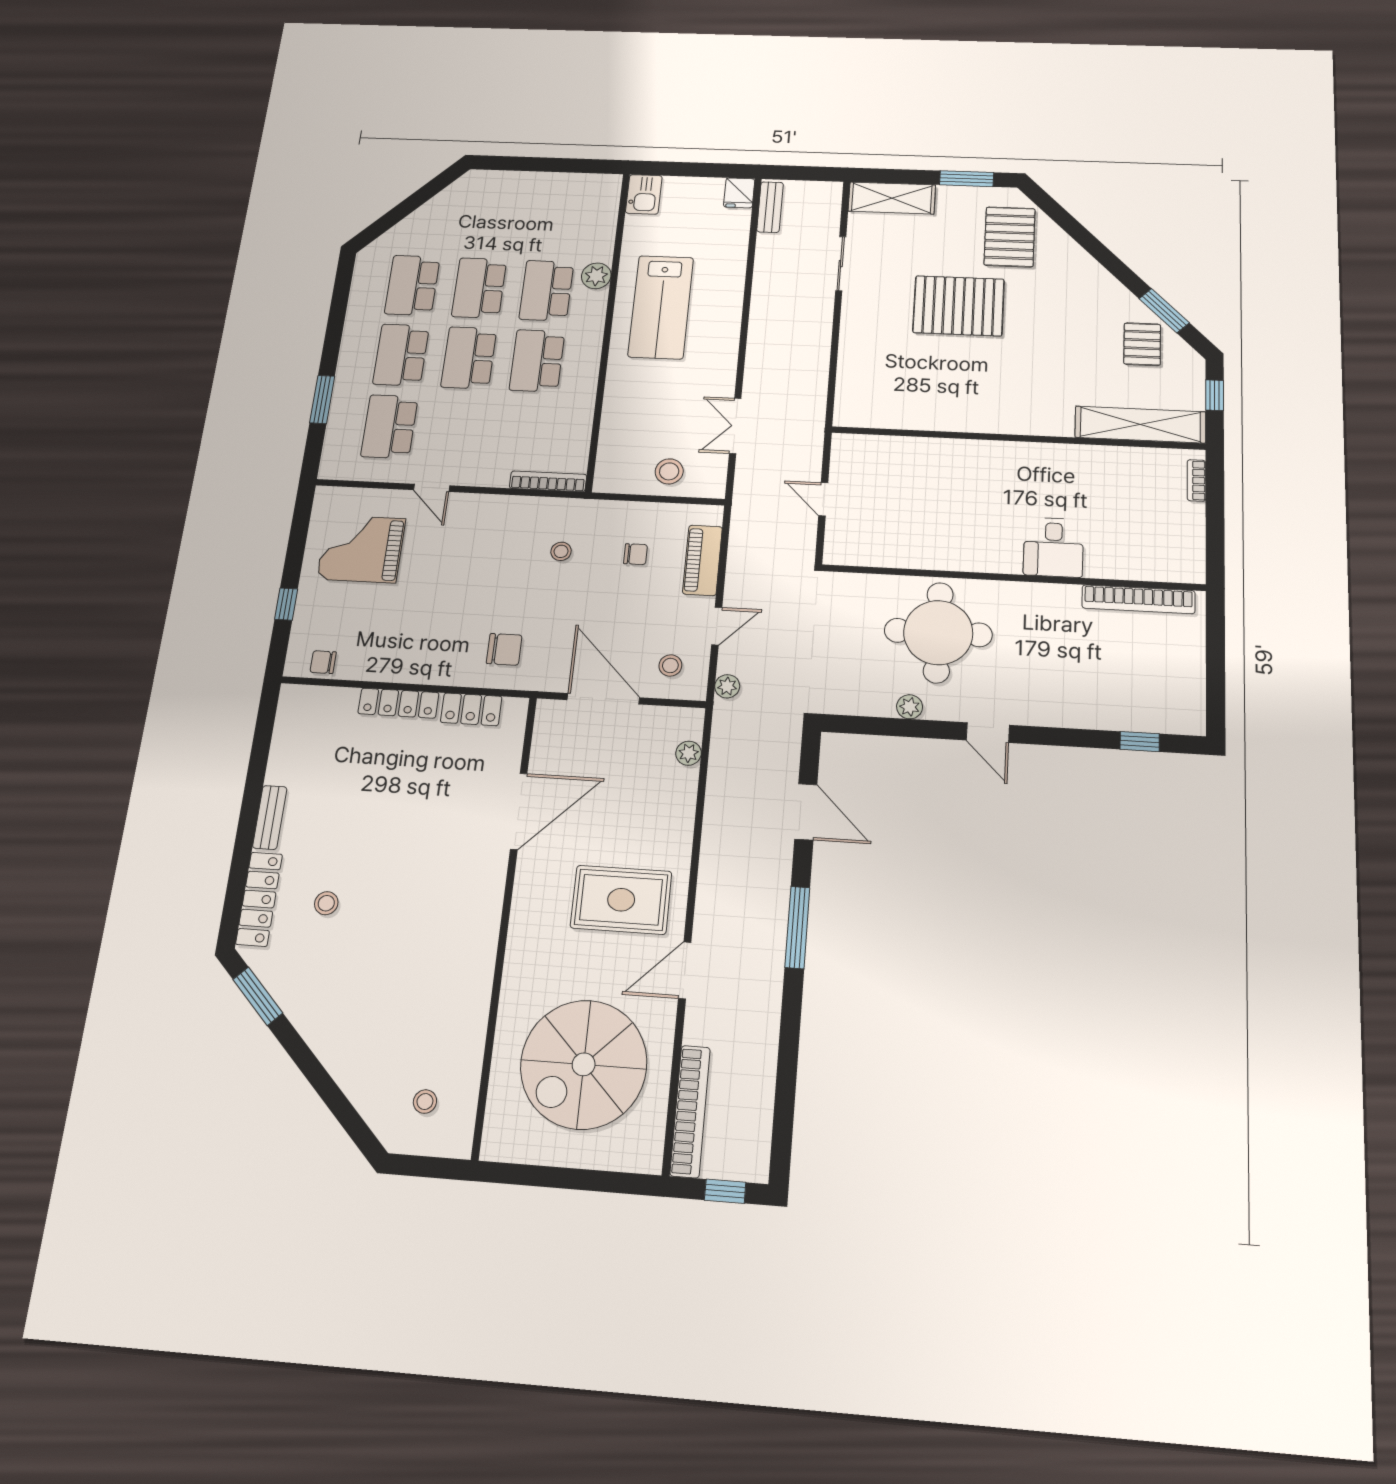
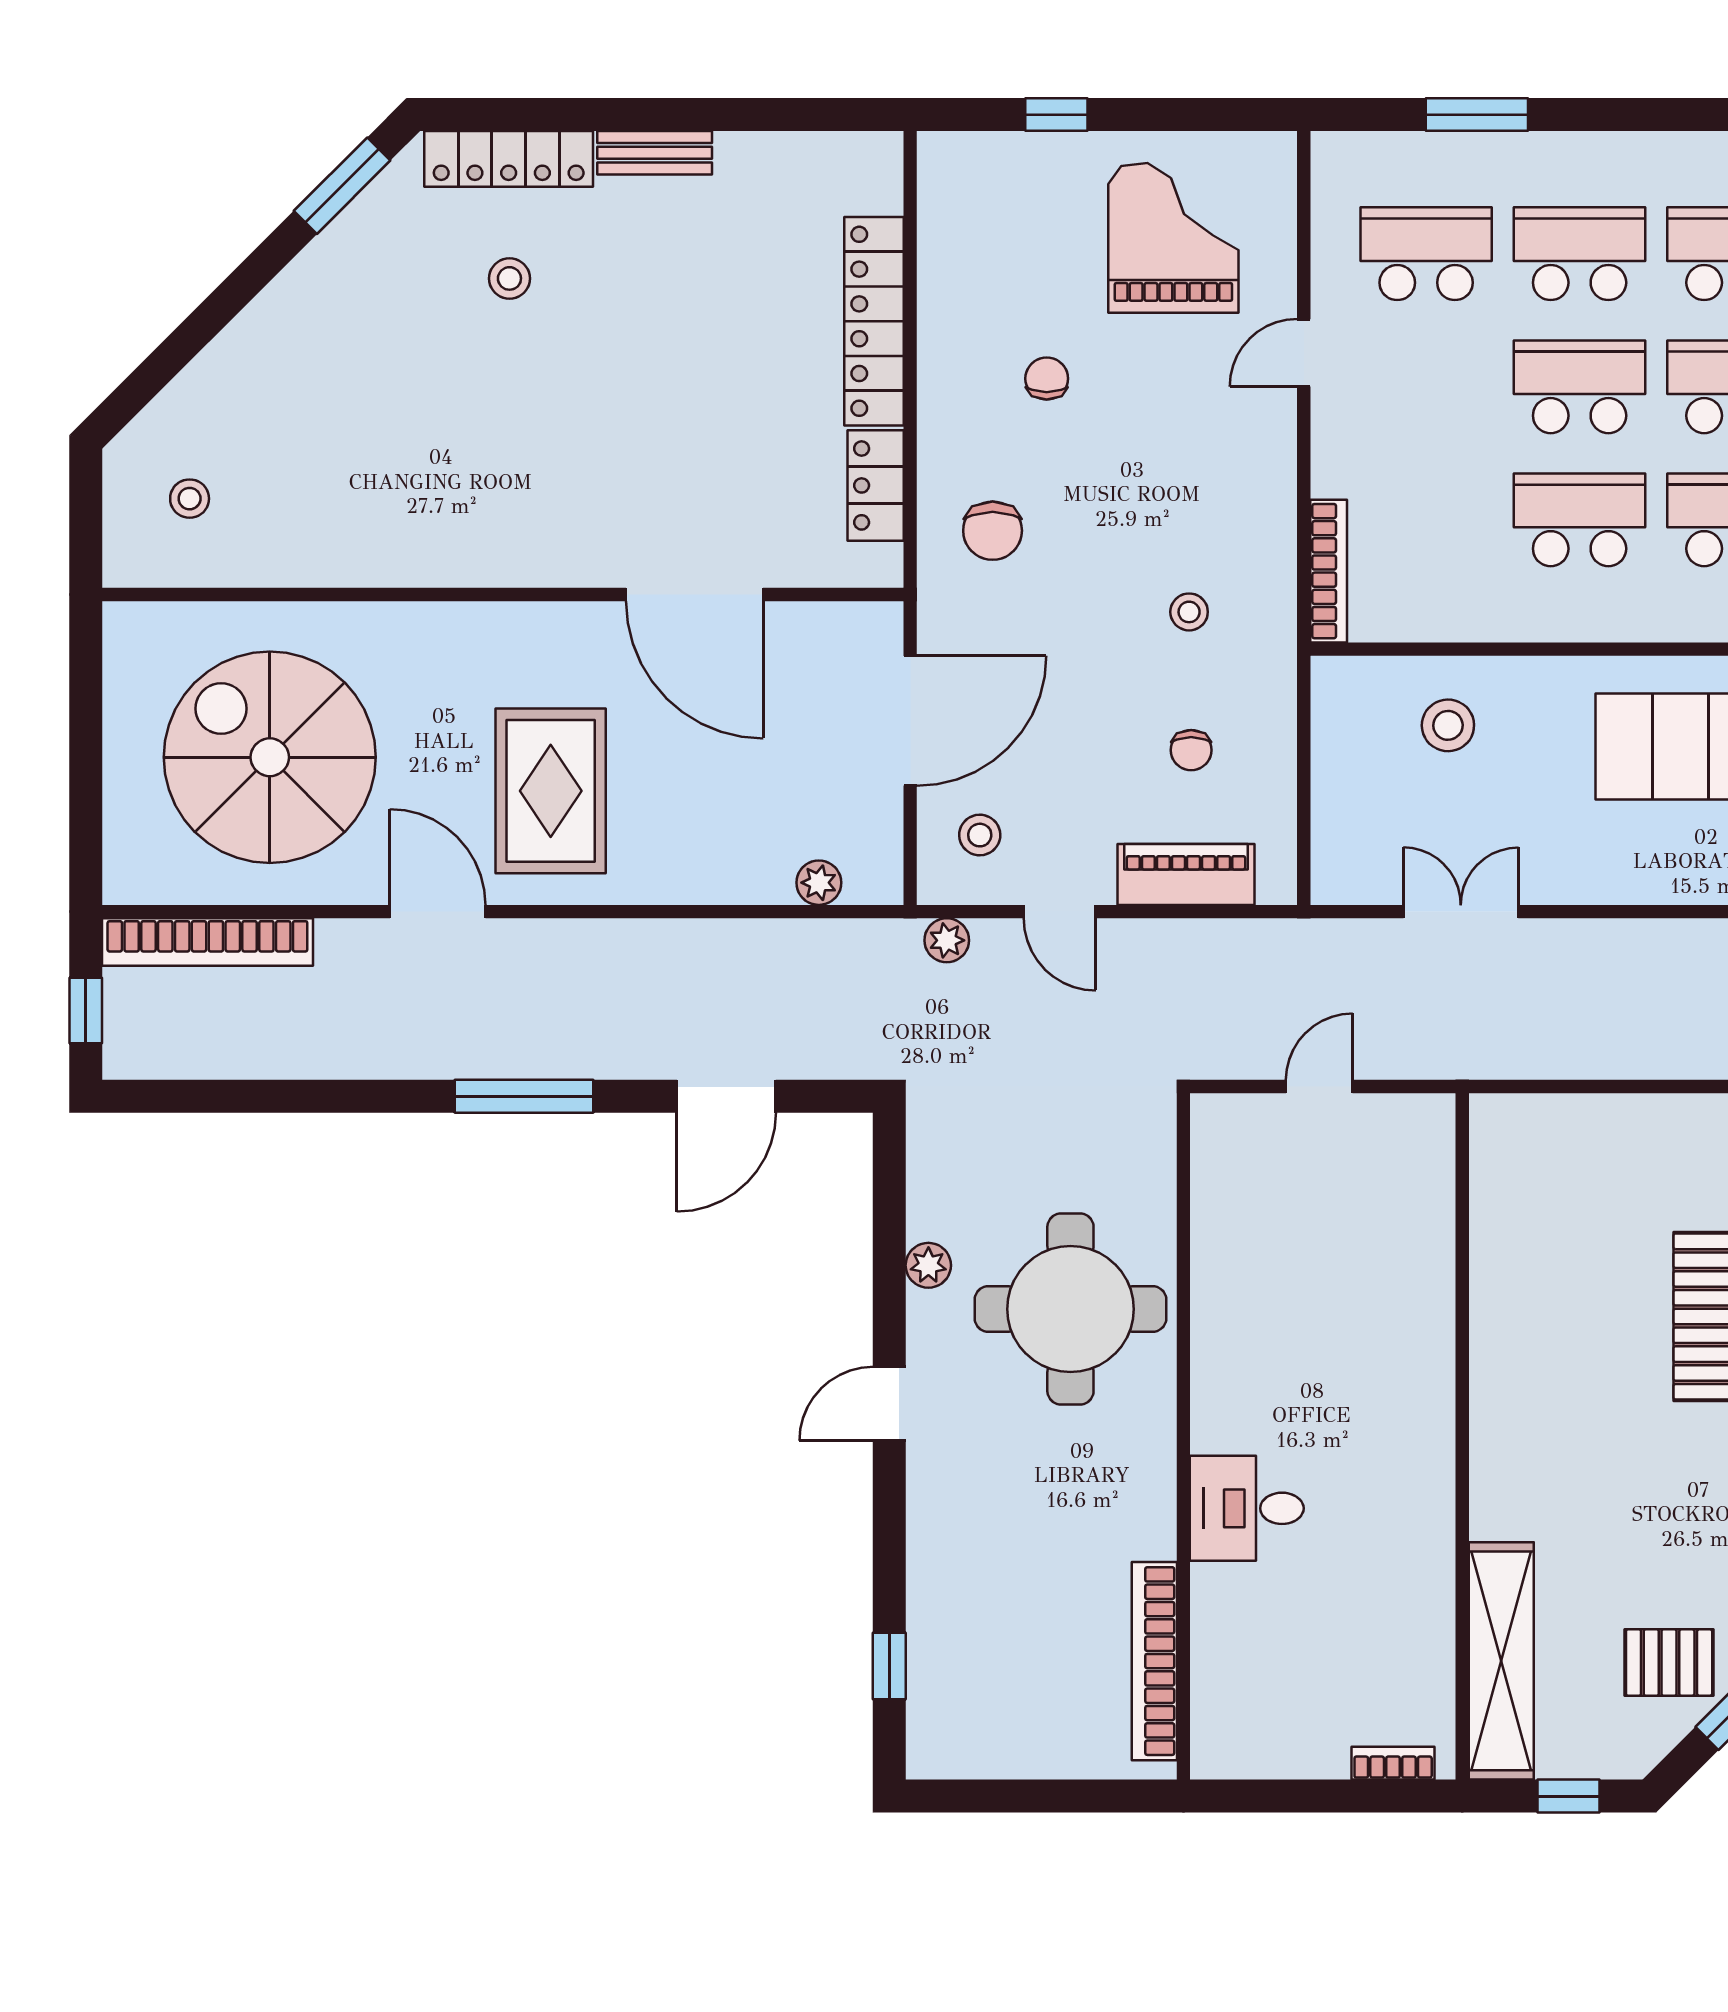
stool: (669, 471) -> (1448, 725), moved
chair: (323, 662) -> (1047, 379), moved
locker: (398, 703) -> (874, 321), width x1.41, depth x1.21

